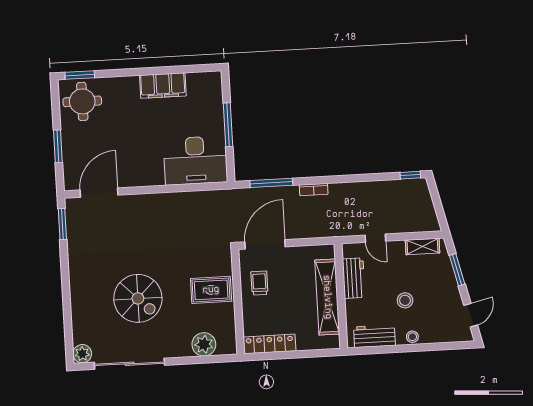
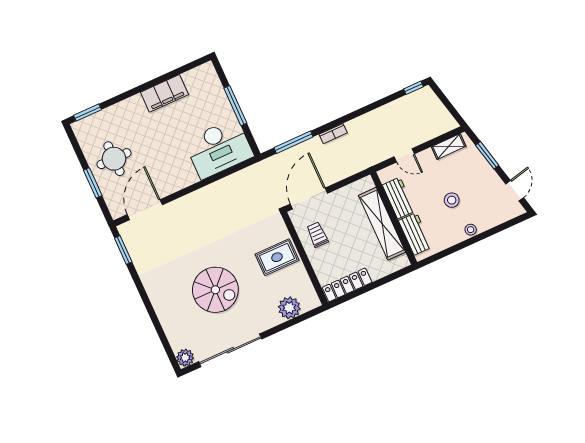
round table: (82, 101) -> (114, 159), moved
workbench: (374, 336) -> (415, 234), moved, turned 90

